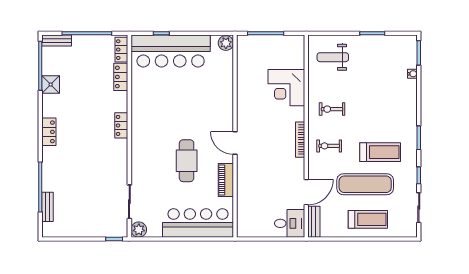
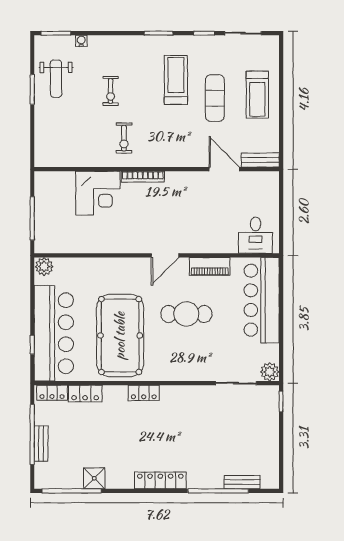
bench: (57, 41) -> (41, 444), moved
weight bench: (333, 57) -> (56, 79), moved
pool table: (169, 106) -> (120, 336), added
locker: (49, 132) -> (160, 480), width x1.53
bookcase: (300, 140) -> (143, 177), moved
exercise bike: (329, 146) -> (111, 91), moved
exercise mat: (365, 184) -> (215, 98), width x0.73, depth x0.69
treadmill: (368, 219) -> (257, 95), turned 180
desk: (290, 223) -> (256, 235), moved, turned 180

